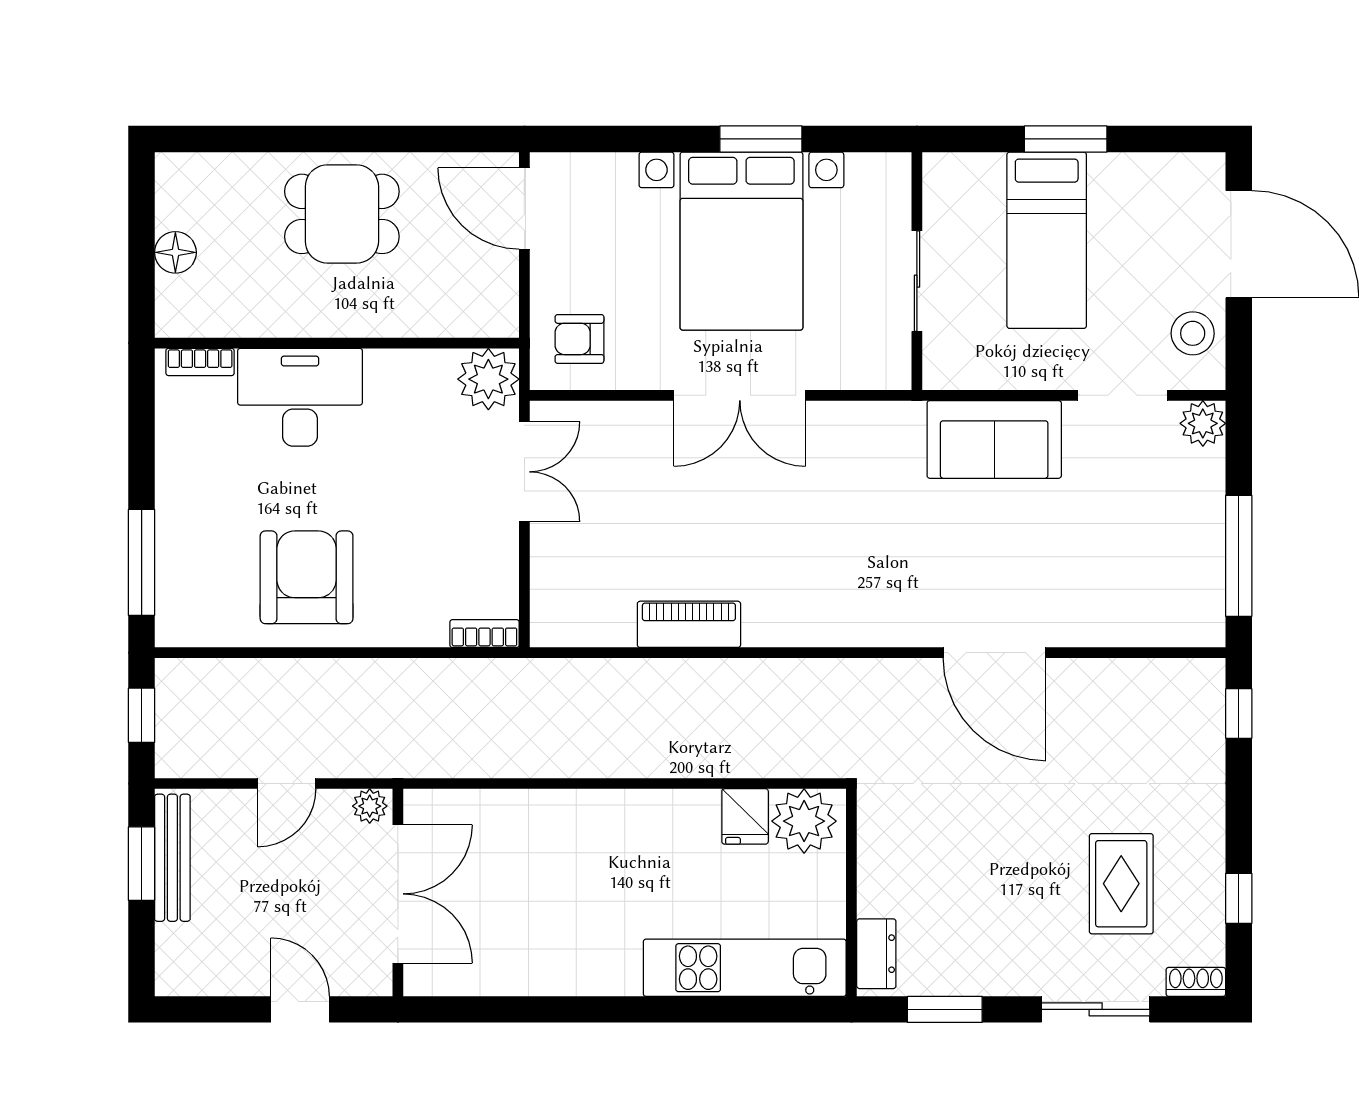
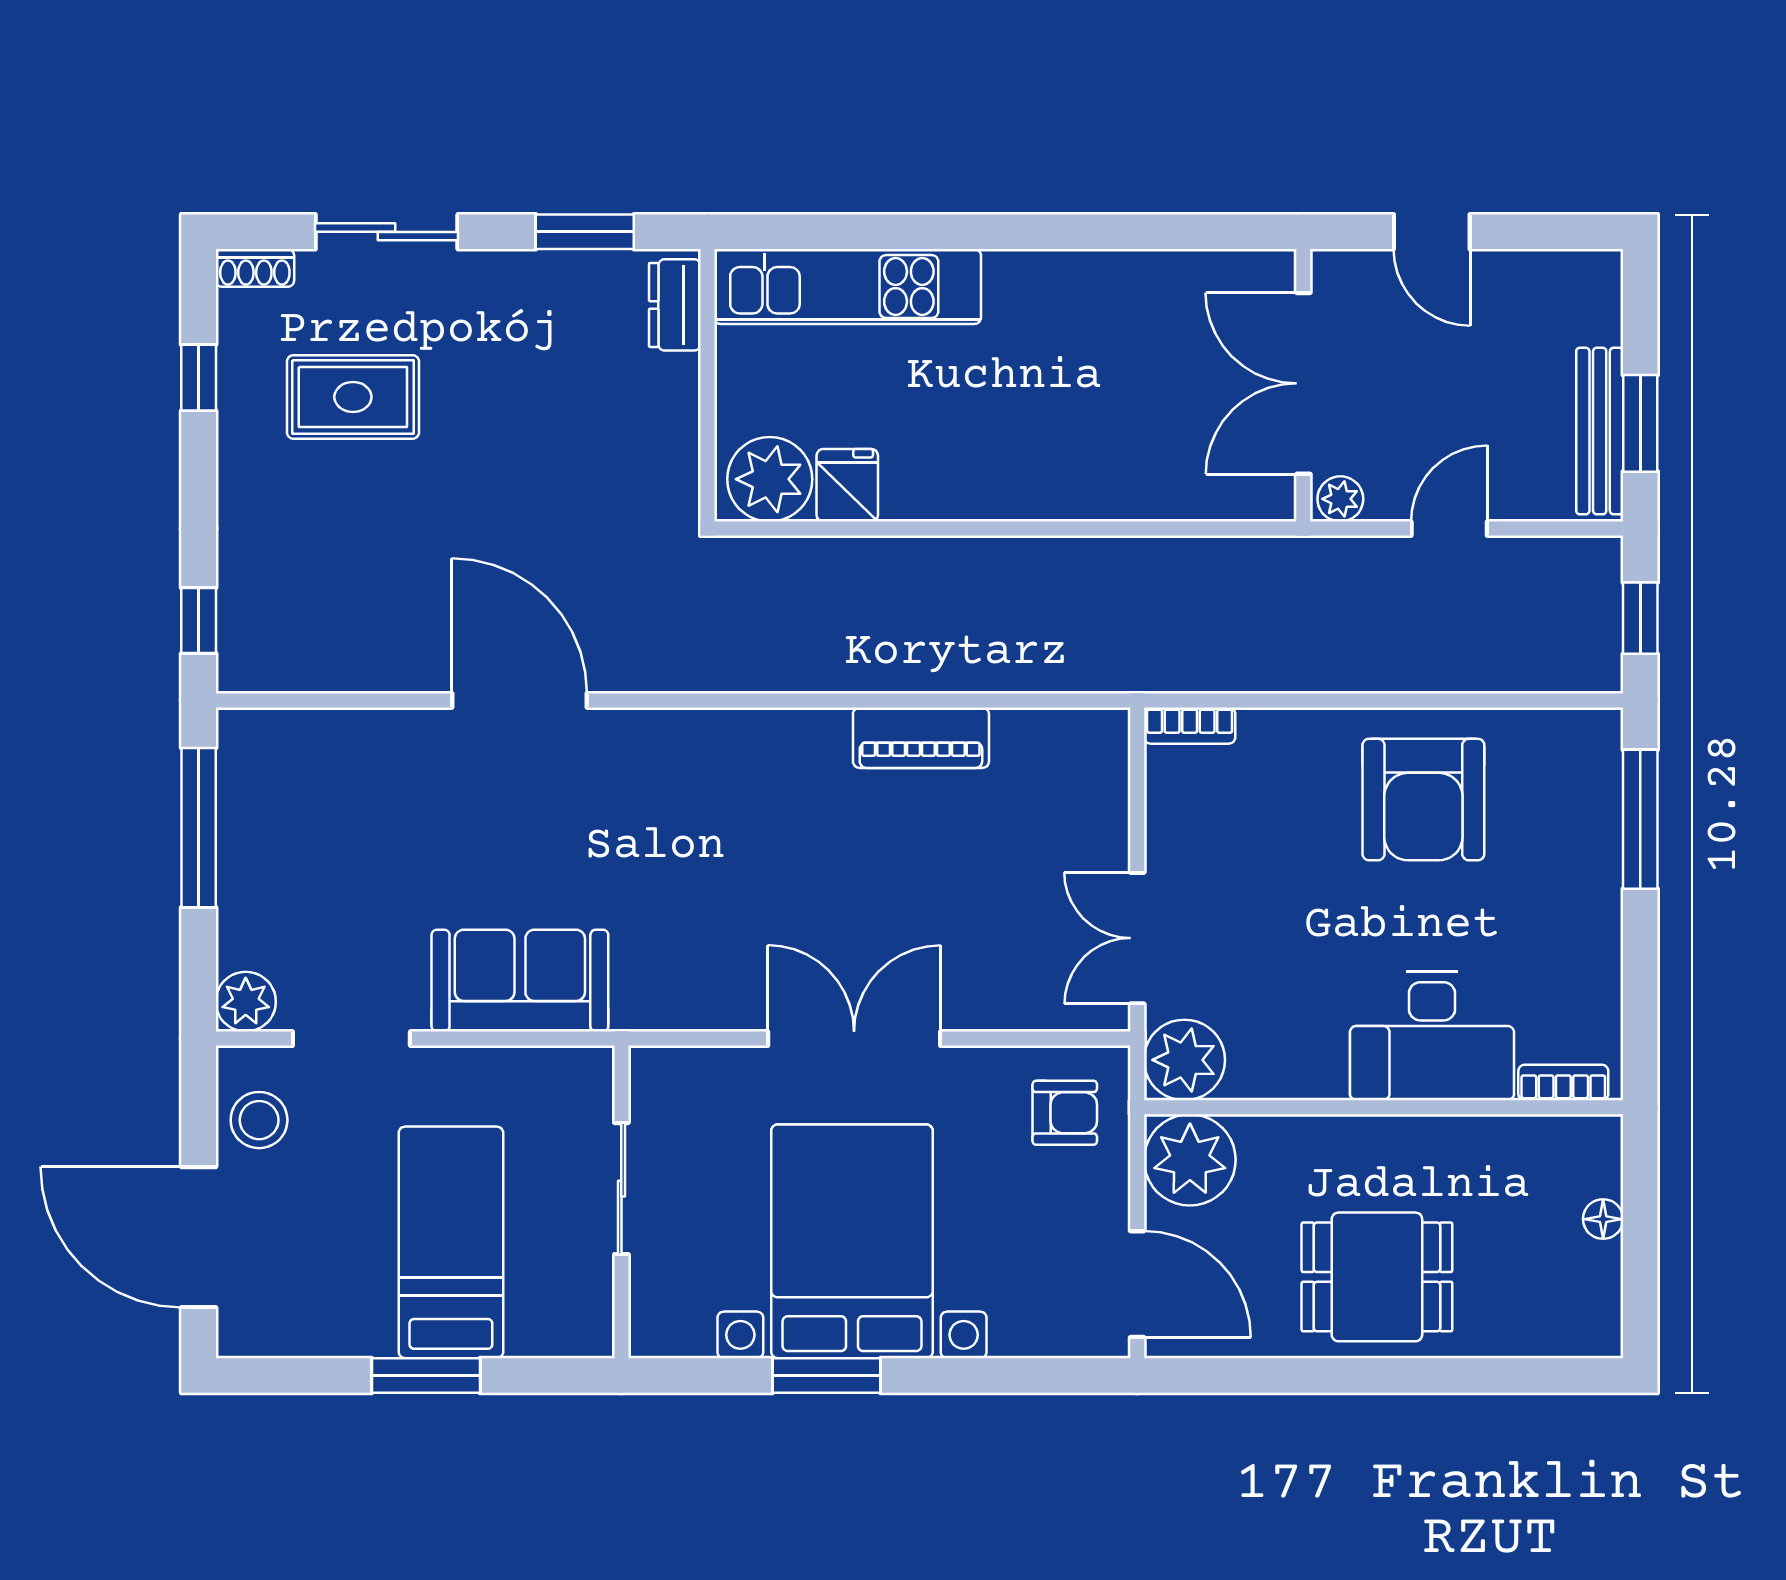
floor lamp: (175, 252) -> (1603, 1219), width x0.73, depth x0.73
plant: (484, 303) -> (1190, 1160), added
rug: (1121, 884) -> (353, 397), turned 90

